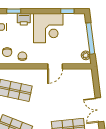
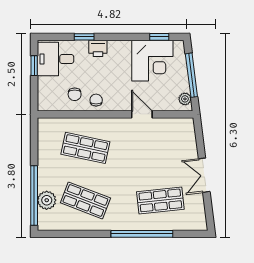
corner desk: (48, 28) -> (152, 61), moved
door: (55, 66) -> (142, 114), swing flipped

